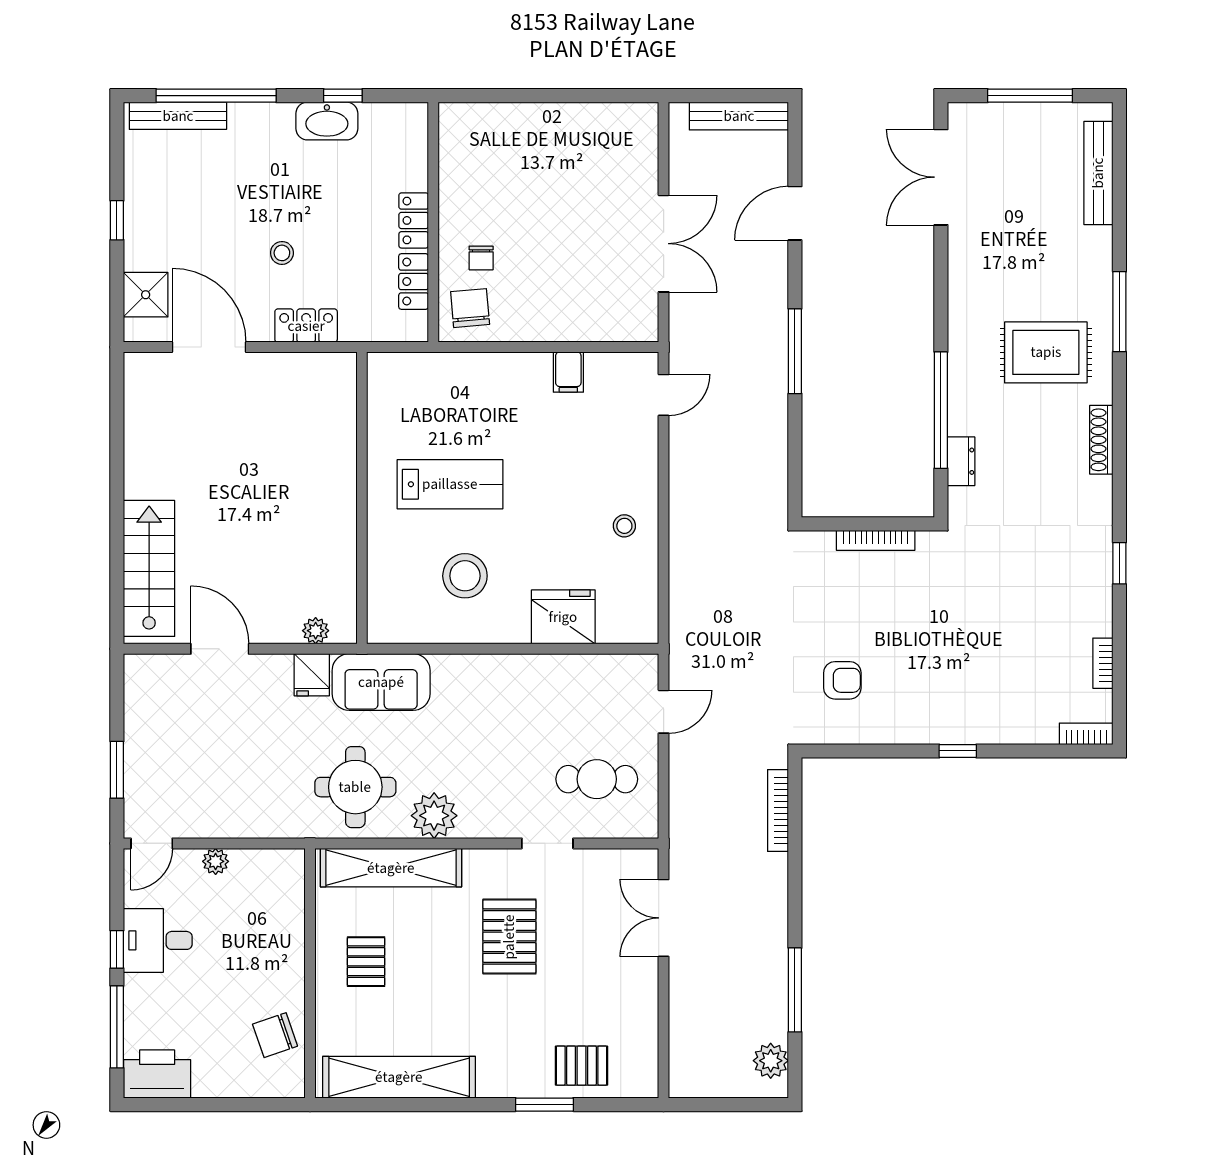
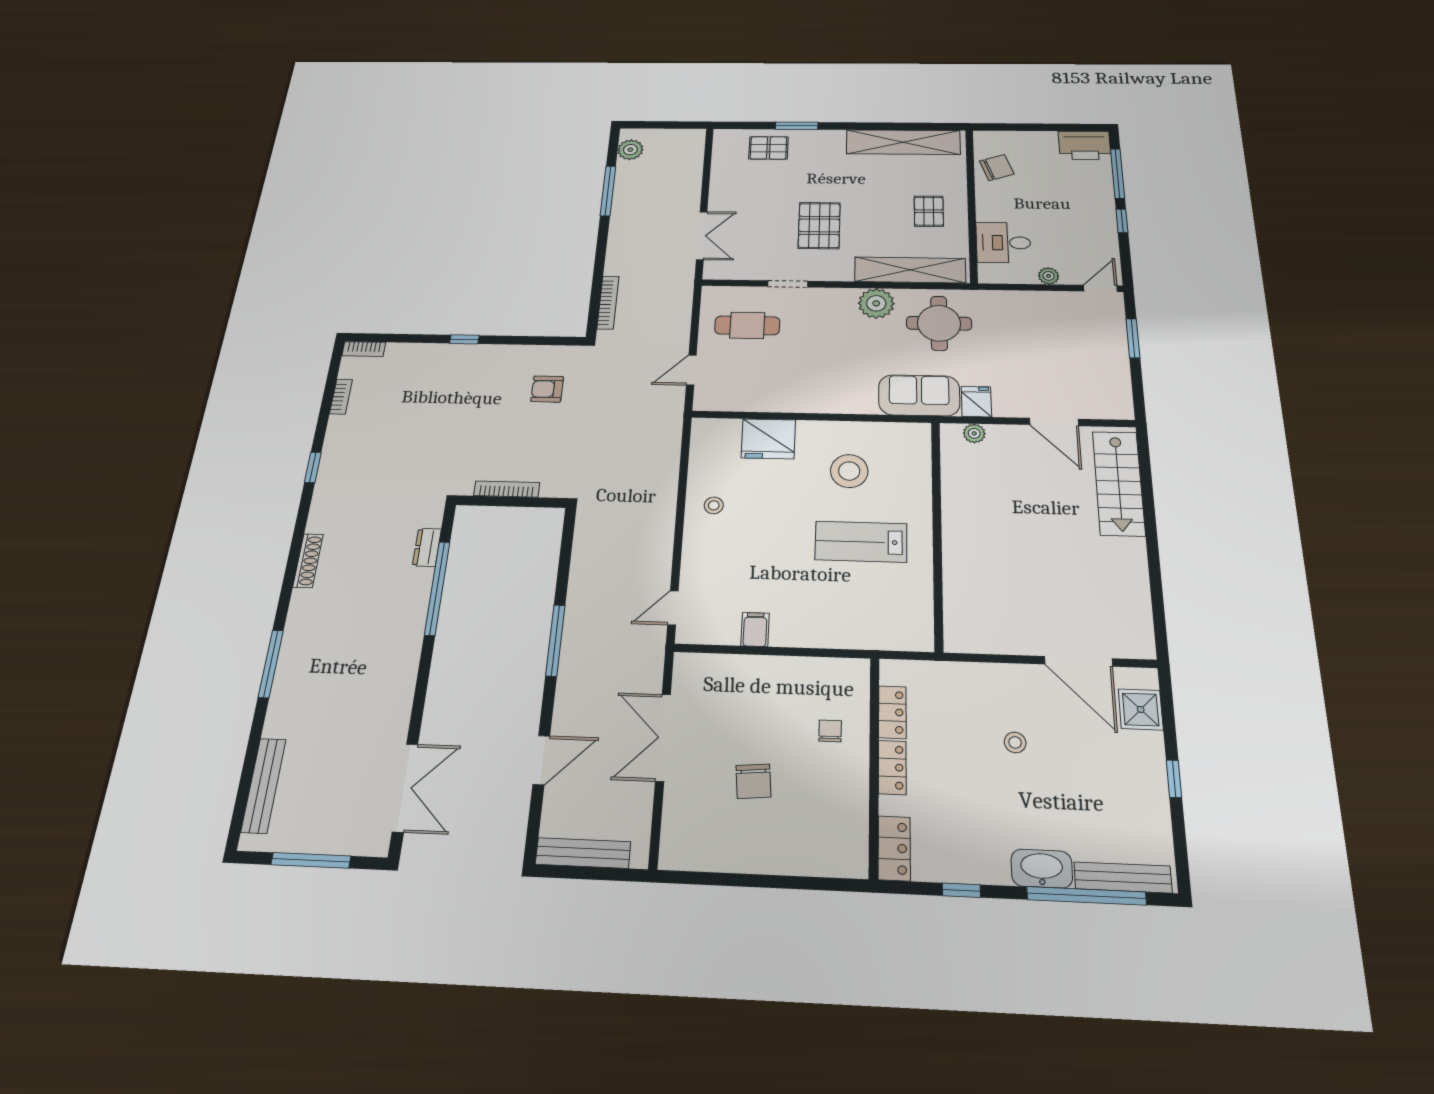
washbasin: (327, 121) -> (1042, 869), moved
chair: (470, 308) -> (753, 781), moved
locker: (306, 326) -> (894, 848), moved, turned -90
rug: (1046, 352) -> (340, 632), removed
desk: (158, 940) -> (1003, 243), moved, turned 180

